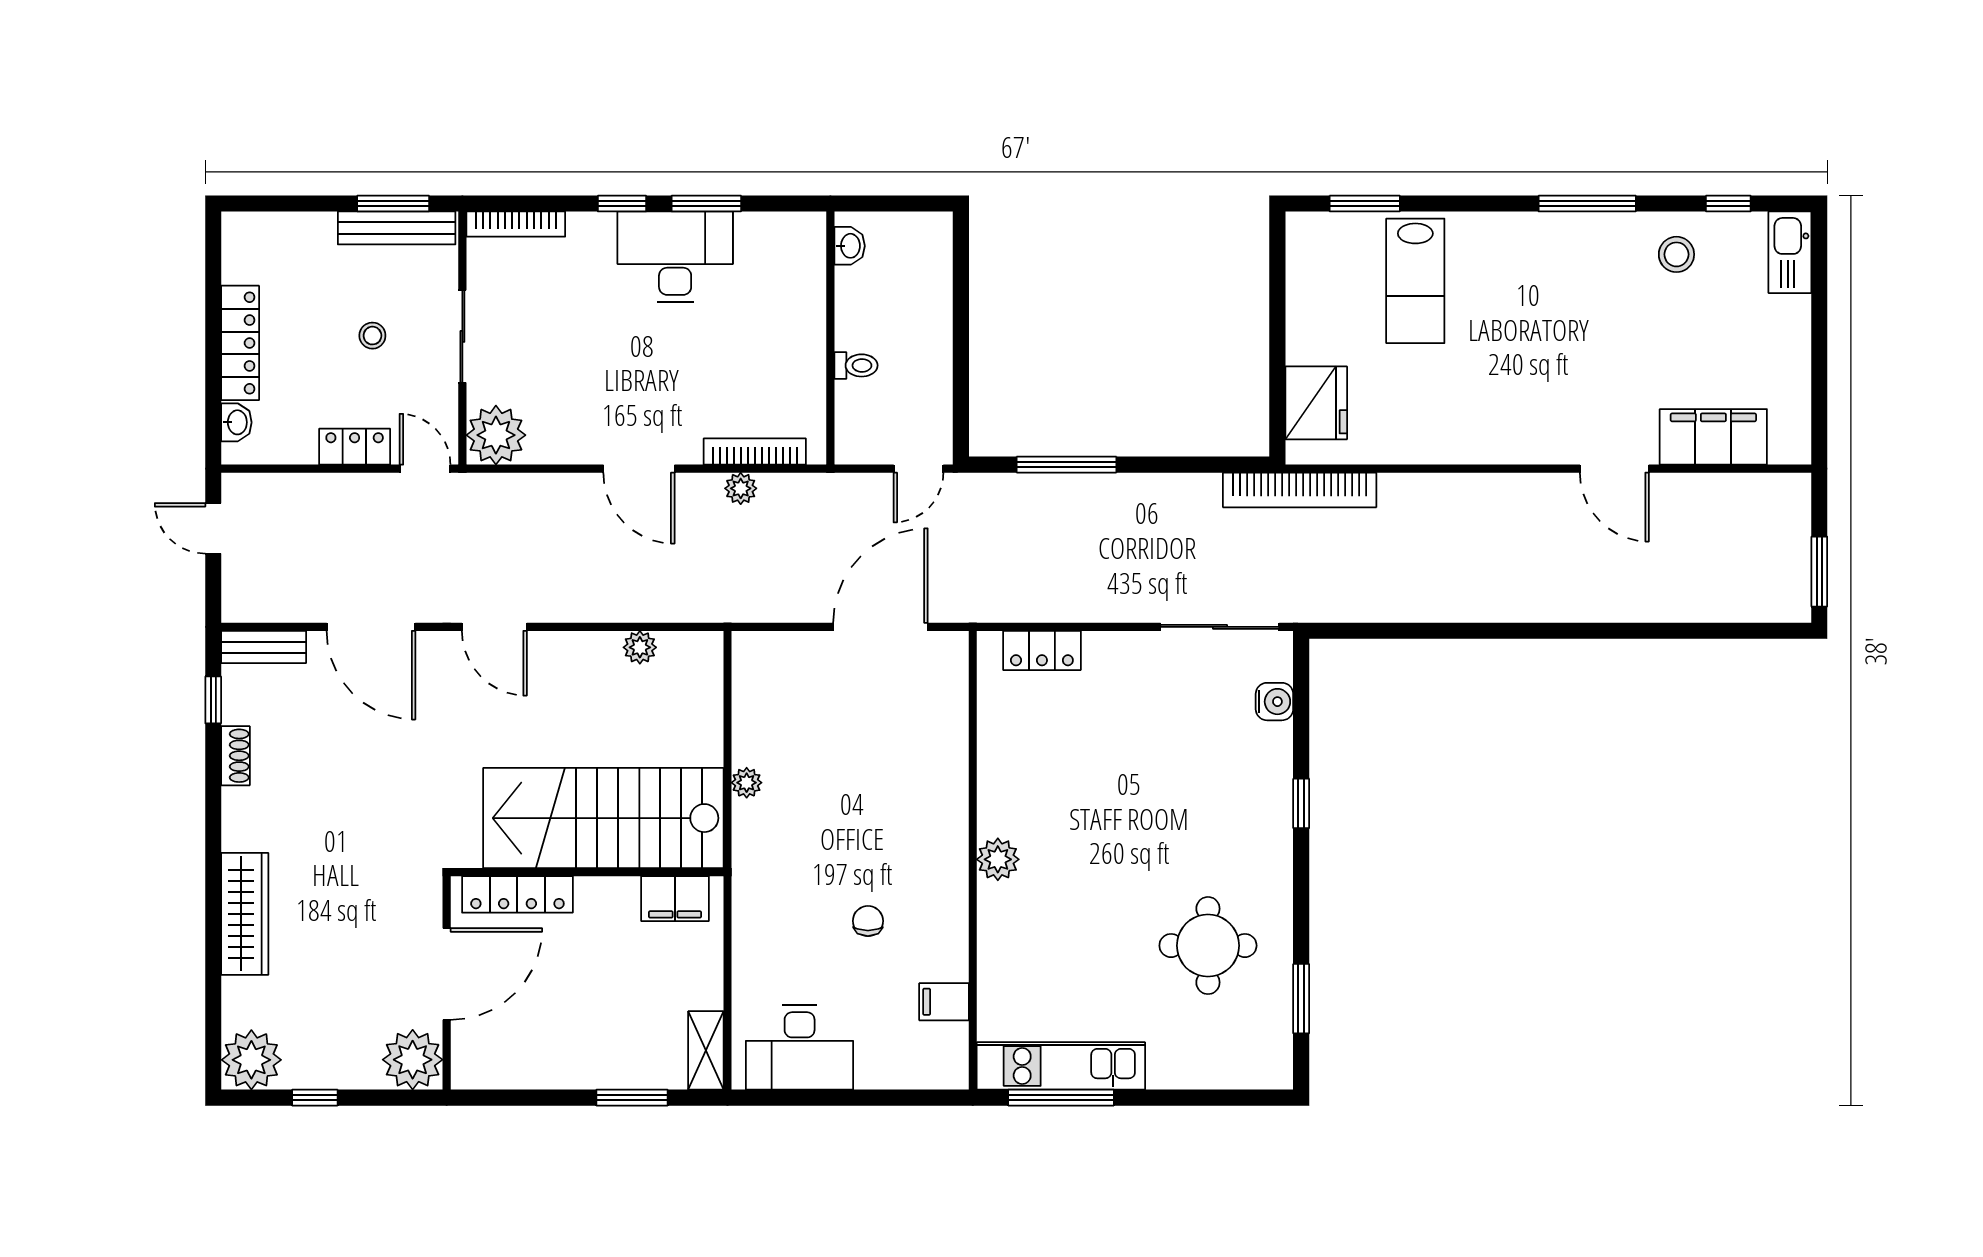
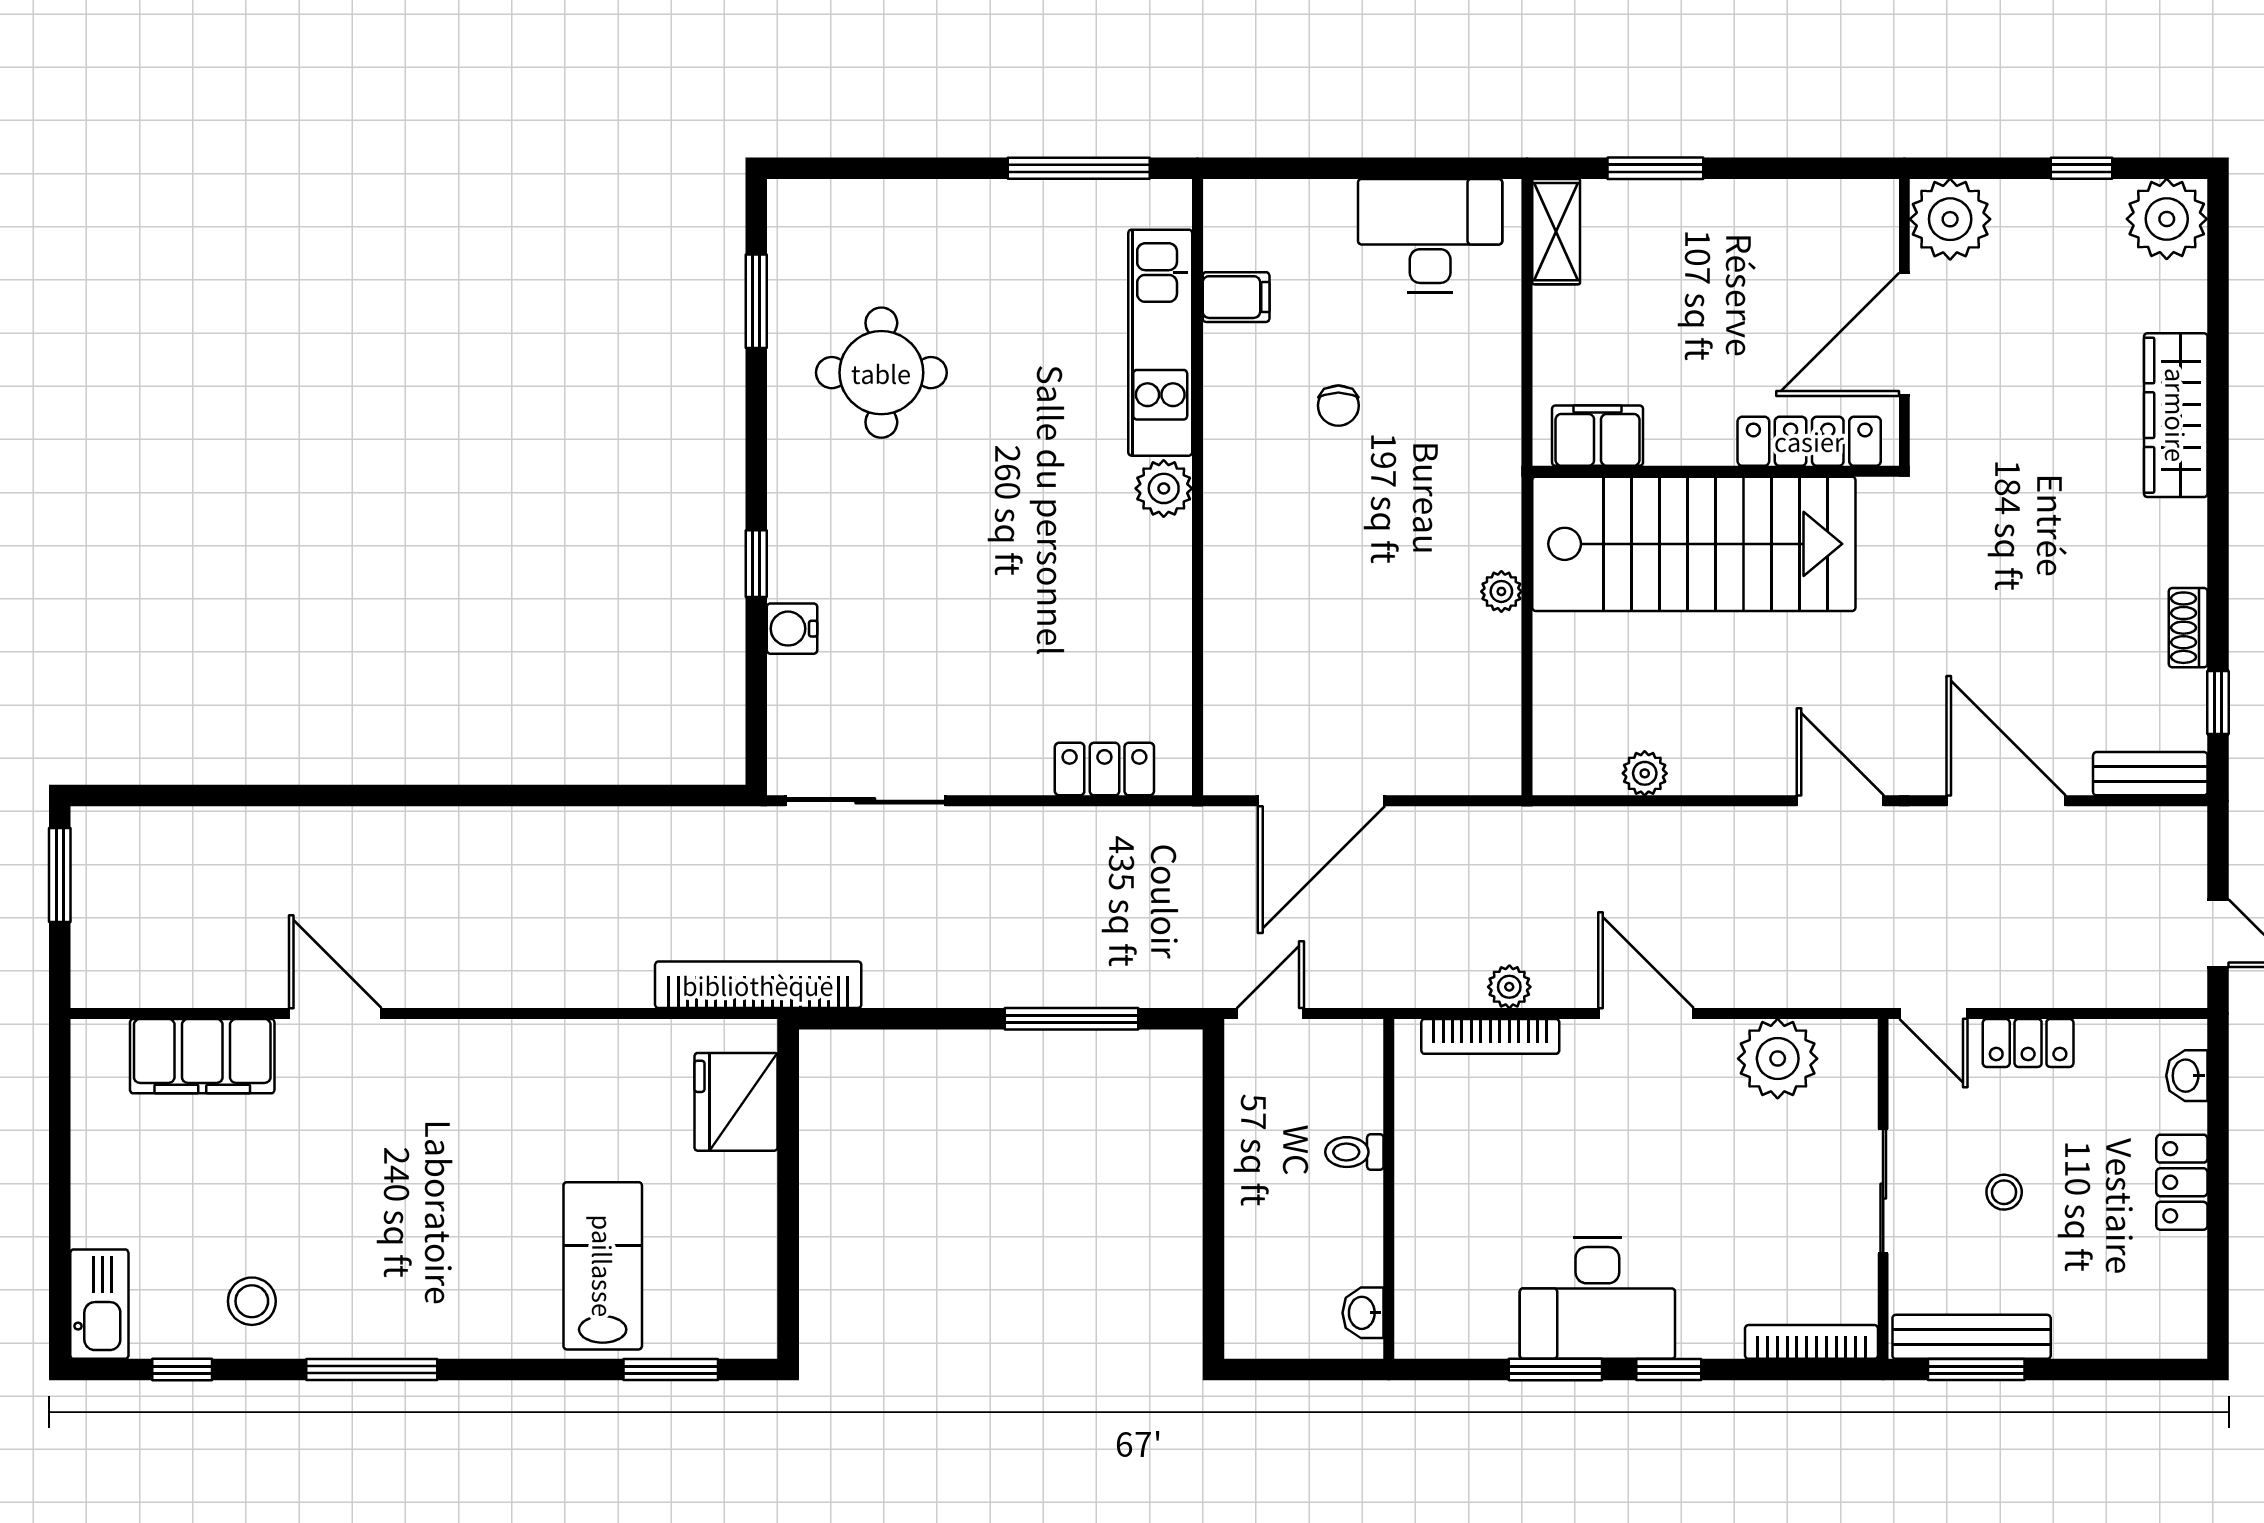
locker: (240, 343) -> (2182, 1182), width x0.66
plant: (496, 435) -> (1778, 1059), moved
water cooler: (1274, 702) -> (792, 629), moved
kitchen unit: (1061, 1066) -> (1160, 343), moved, turned 90

